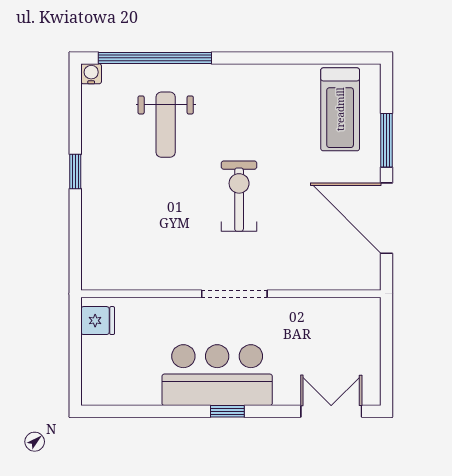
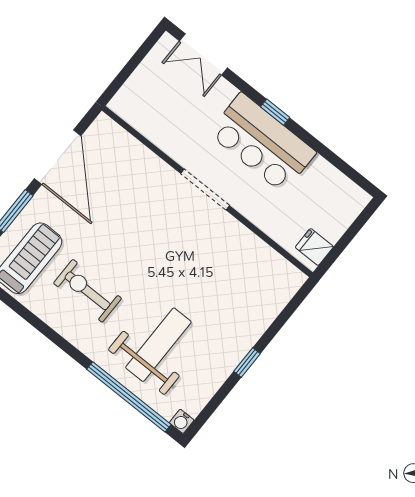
weight bench: (166, 125) -> (158, 345), width x1.36, depth x1.33
exercise bike: (239, 196) -> (87, 291), moved, turned 90

